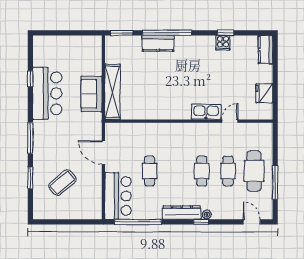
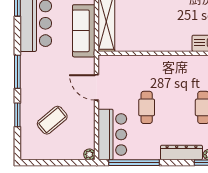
sofa: (92, 94) -> (84, 31), width x1.36
plant: (97, 214) -> (89, 154), added

